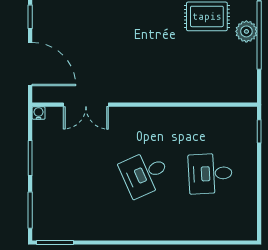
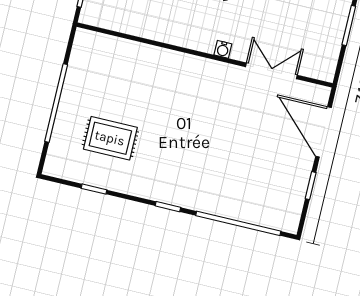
plant: (246, 31) -> (70, 111), removed
water cooler: (39, 113) -> (223, 49), moved

